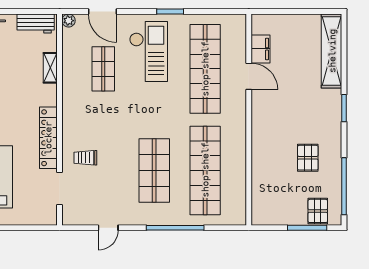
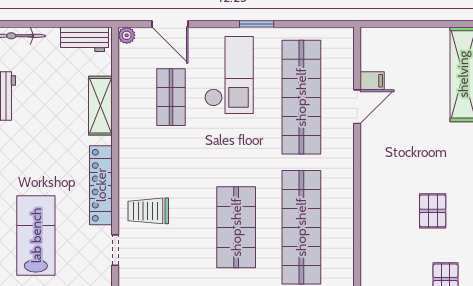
filing cabinet: (260, 49) -> (372, 81), width x0.50
shelving: (50, 68) -> (100, 106), width x1.50, depth x1.33
door: (249, 76) -> (357, 107), hinge flipped
trolley: (85, 158) -> (148, 211), width x1.36, depth x1.39
doorway: (60, 188) -> (115, 250), width x0.73

